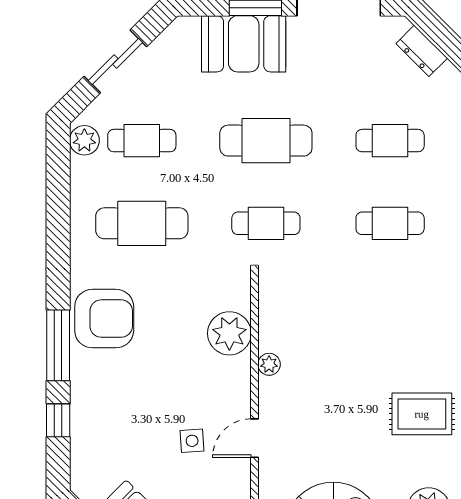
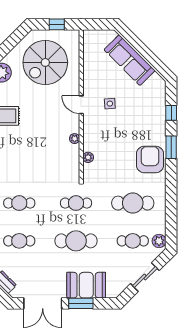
armchair: (104, 319) -> (150, 160), turned 90
plant: (229, 333) -> (88, 157), width x0.53, depth x0.53
window: (58, 345) -> (171, 147), width x0.69
door: (255, 438) -> (81, 105), swing flipped

